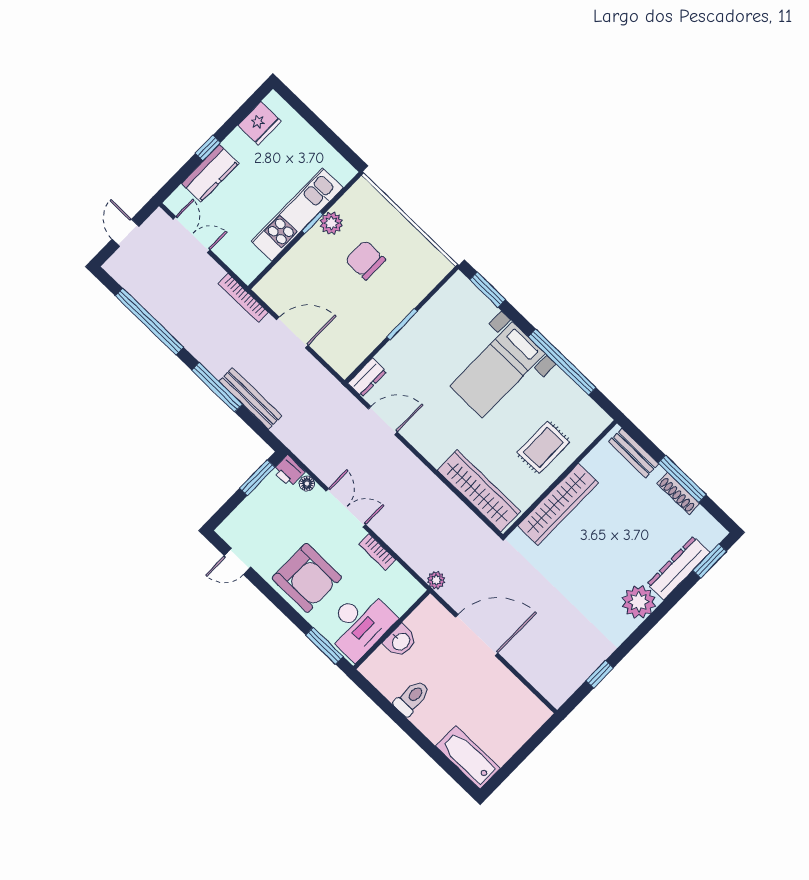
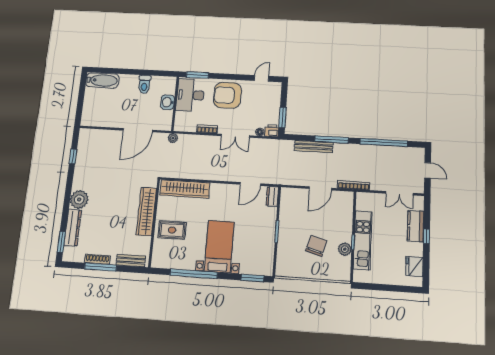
chair: (365, 260) -> (316, 246), turned -74
rug: (543, 447) -> (172, 230), turned 90

